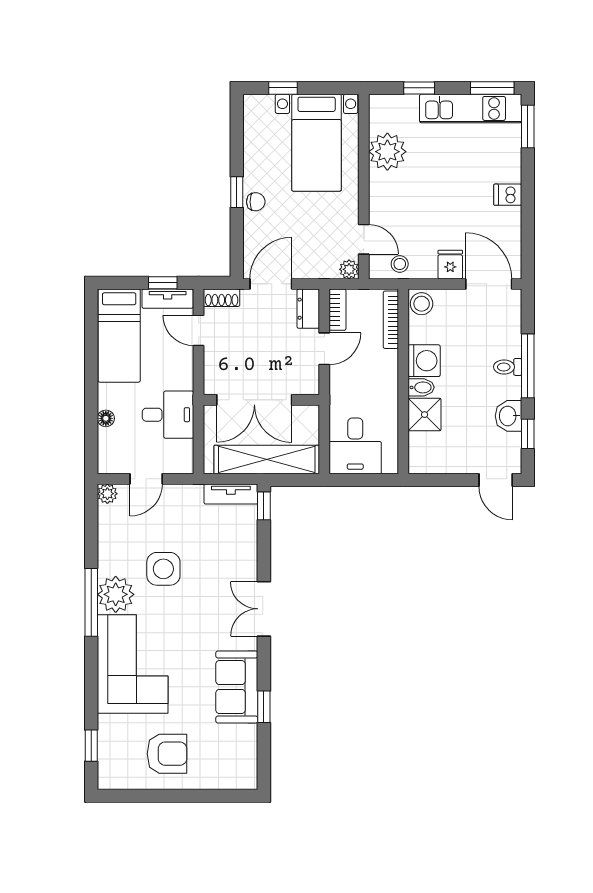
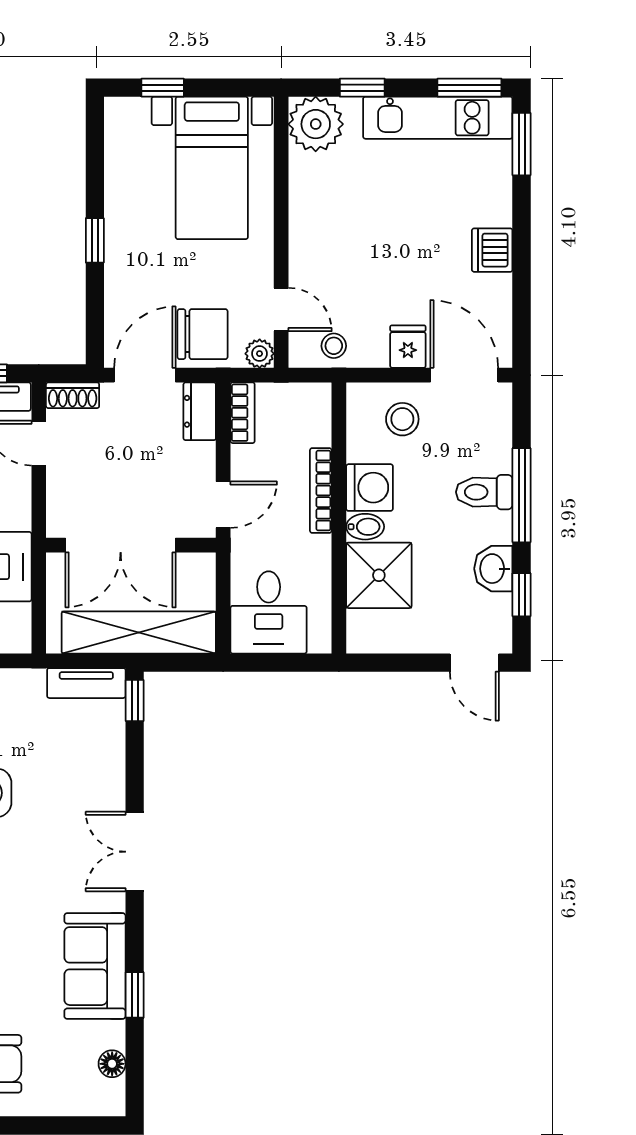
plant: (387, 152) -> (316, 124), moved
dishwasher: (508, 195) -> (492, 250), width x1.38
chair: (256, 202) -> (202, 334), moved, width x1.87, depth x1.87
stool: (422, 304) -> (402, 419), moved
bookcase: (391, 320) -> (321, 490), moved
door: (324, 349) -> (223, 505), moved
toilet: (508, 367) -> (484, 492), width x1.37, depth x1.39
shower: (425, 415) -> (379, 575), width x1.36, depth x1.36
floor lamp: (249, 754) -> (112, 1064), added

